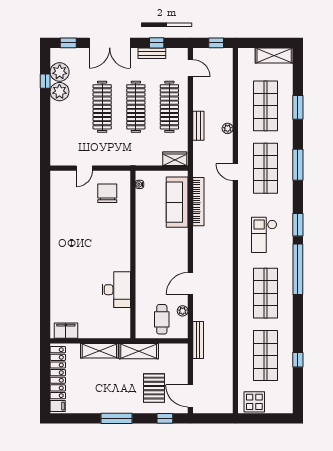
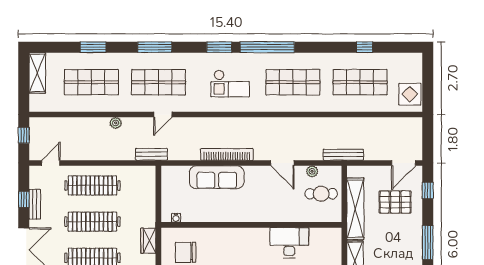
bench: (198, 126) -> (152, 154), moved
wardrobe: (175, 159) -> (148, 241), moved
sofa: (177, 202) -> (217, 177), moved
bookcase: (198, 202) -> (227, 154), moved
shelving: (139, 351) -> (355, 209), width x1.47

